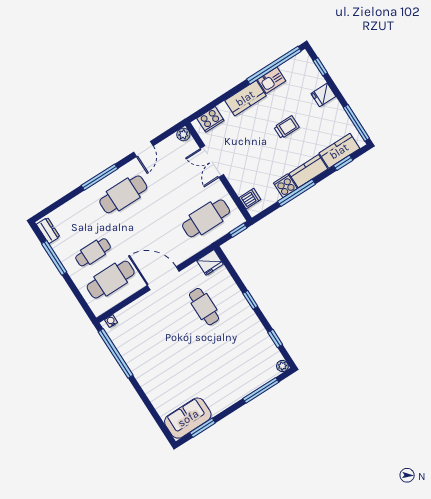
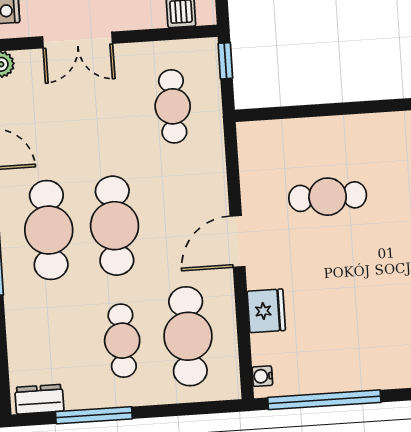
cafe table: (206, 218) -> (173, 106), width x0.73, depth x0.74
cafe table: (141, 222) -> (115, 226), added
fridge: (210, 262) -> (266, 311), moved
door: (163, 278) -> (237, 241), width x0.73
window: (250, 300) -> (361, 108), removed

